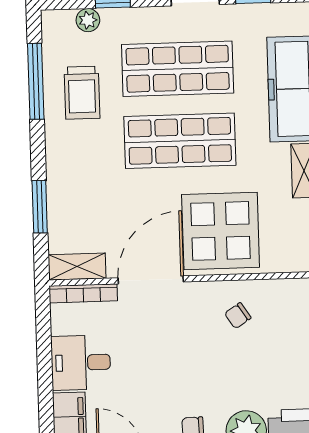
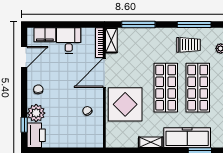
trolley: (82, 93) -> (188, 45), turned 180
window: (40, 207) -> (138, 25), width x1.44
door: (151, 280) -> (104, 73), swing flipped

